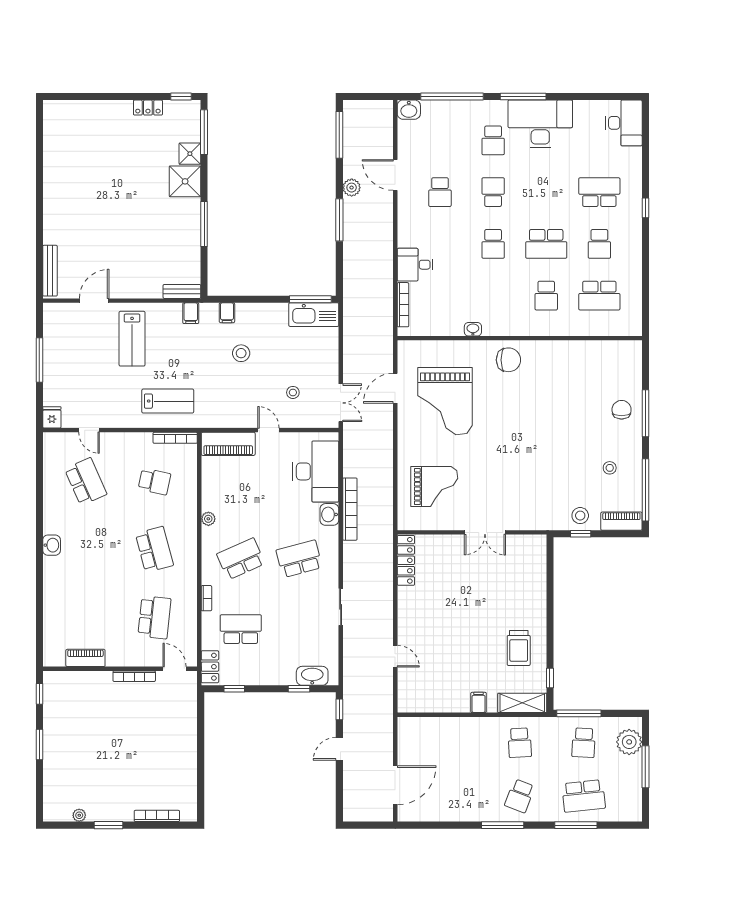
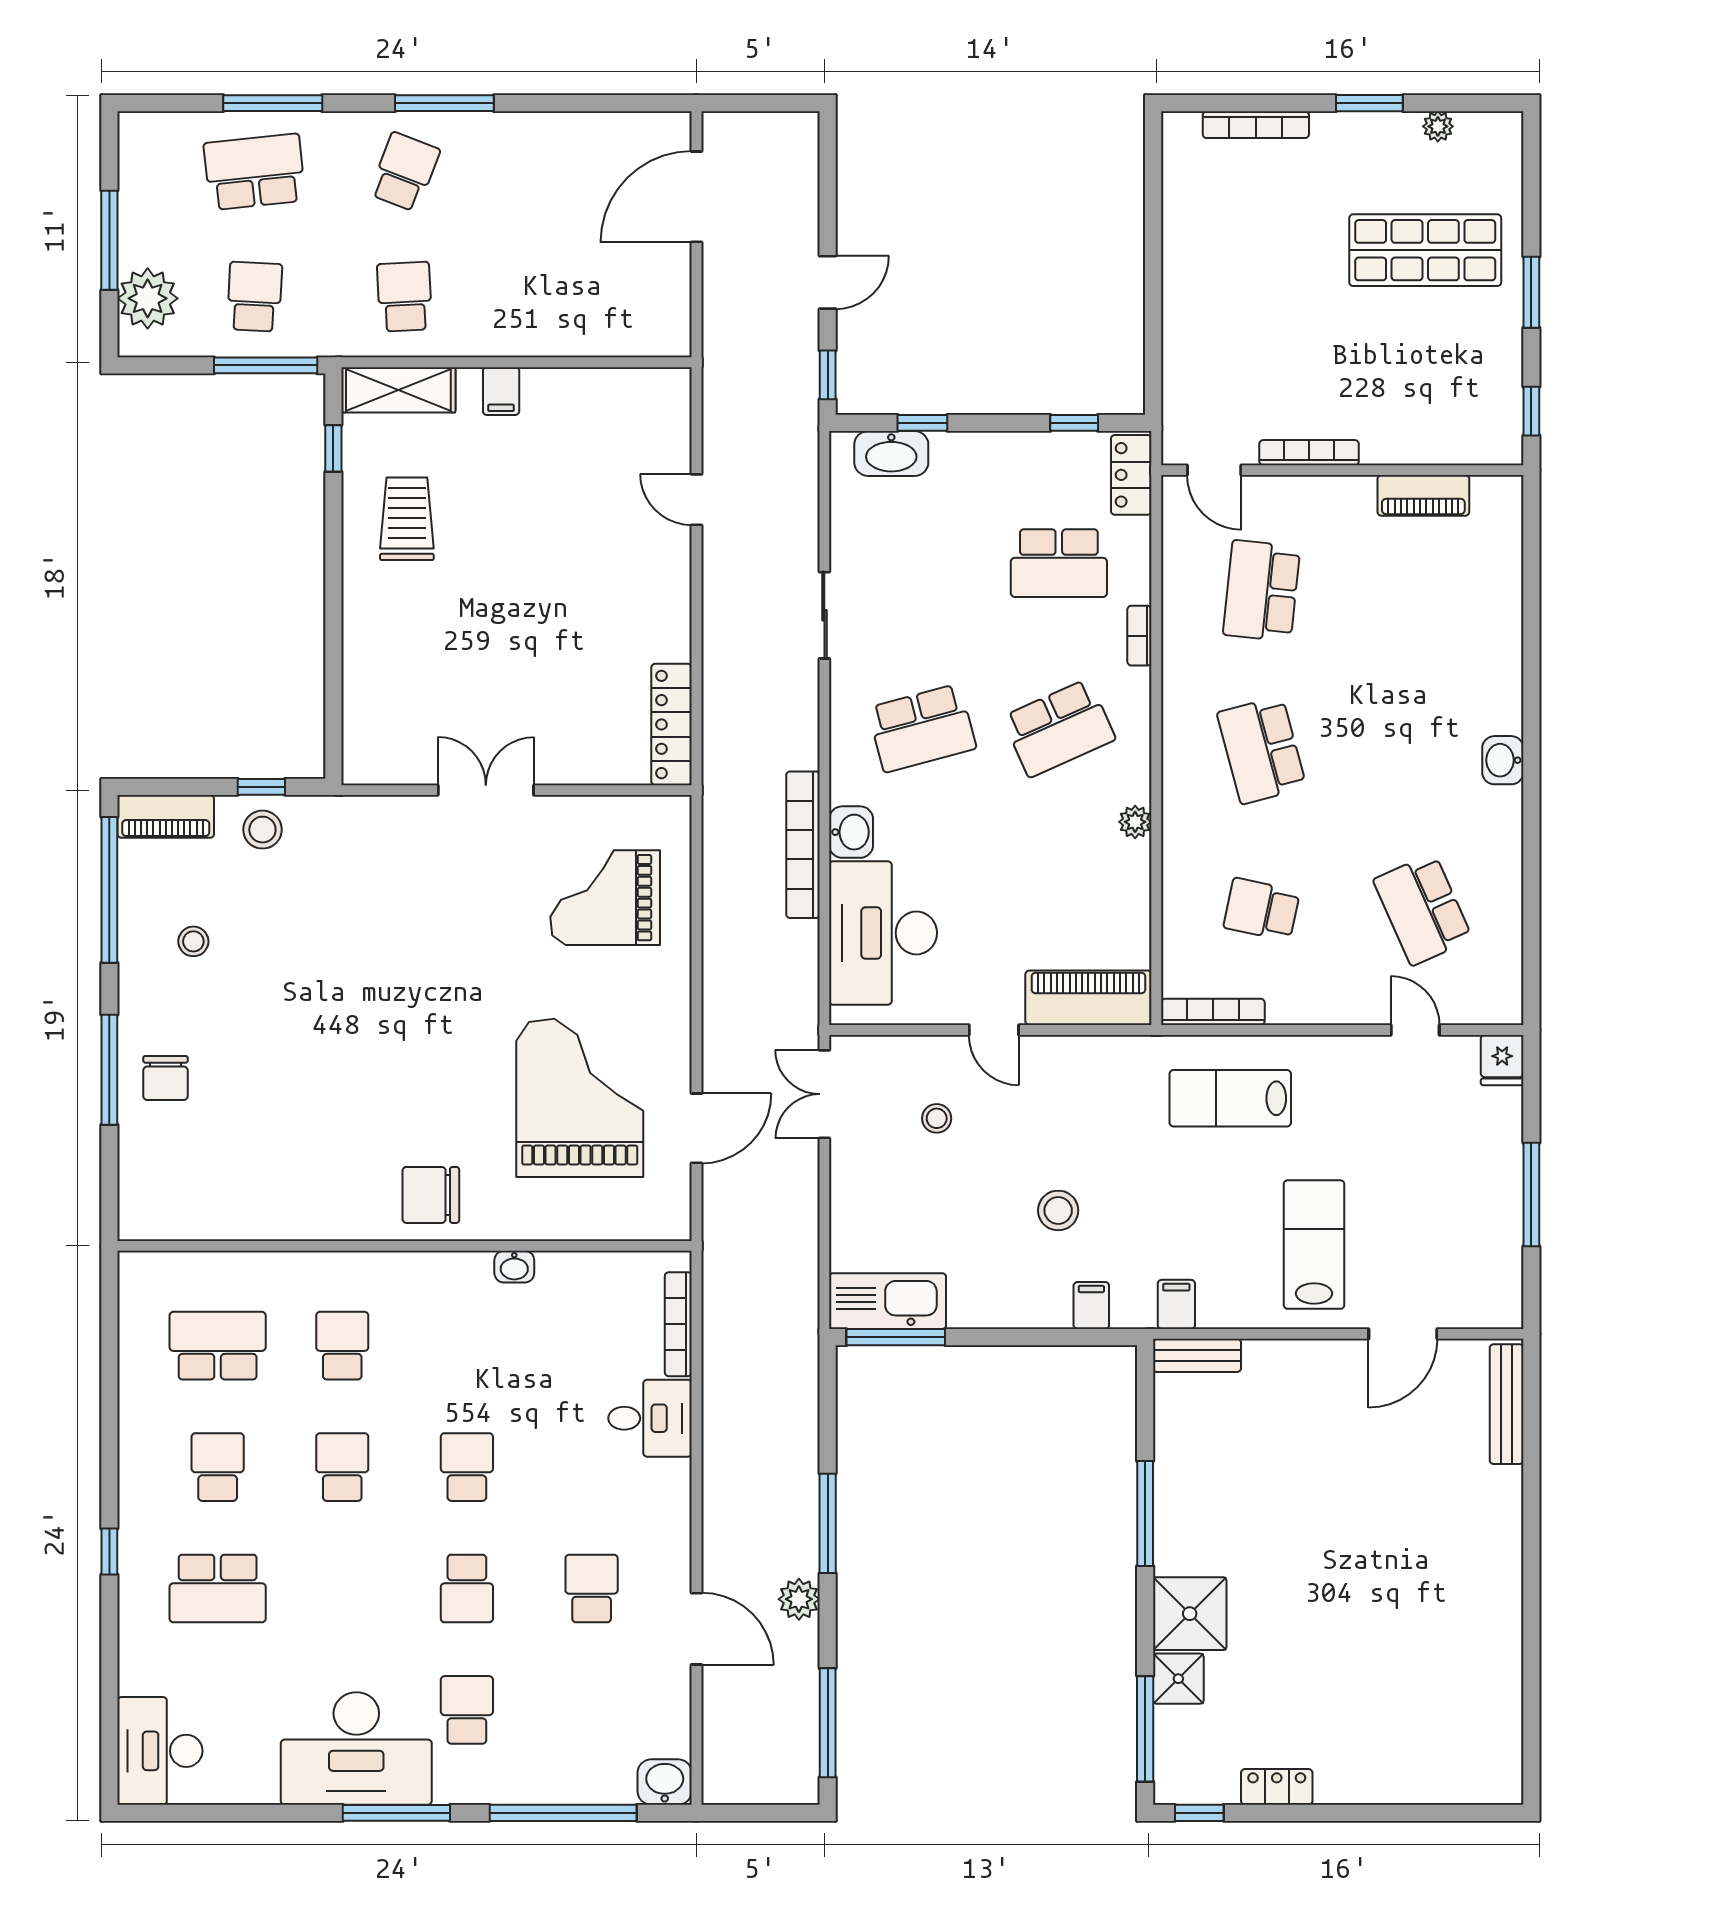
school desk: (546, 244) -> (342, 1467), width x0.54
shop shelf: (85, 762) -> (1425, 250), added

